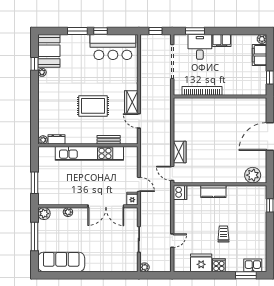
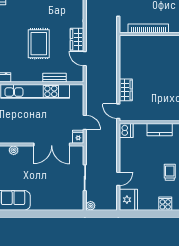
rug: (93, 106) -> (39, 44), turned 90
fridge: (201, 263) -> (128, 200), moved, turned 90

